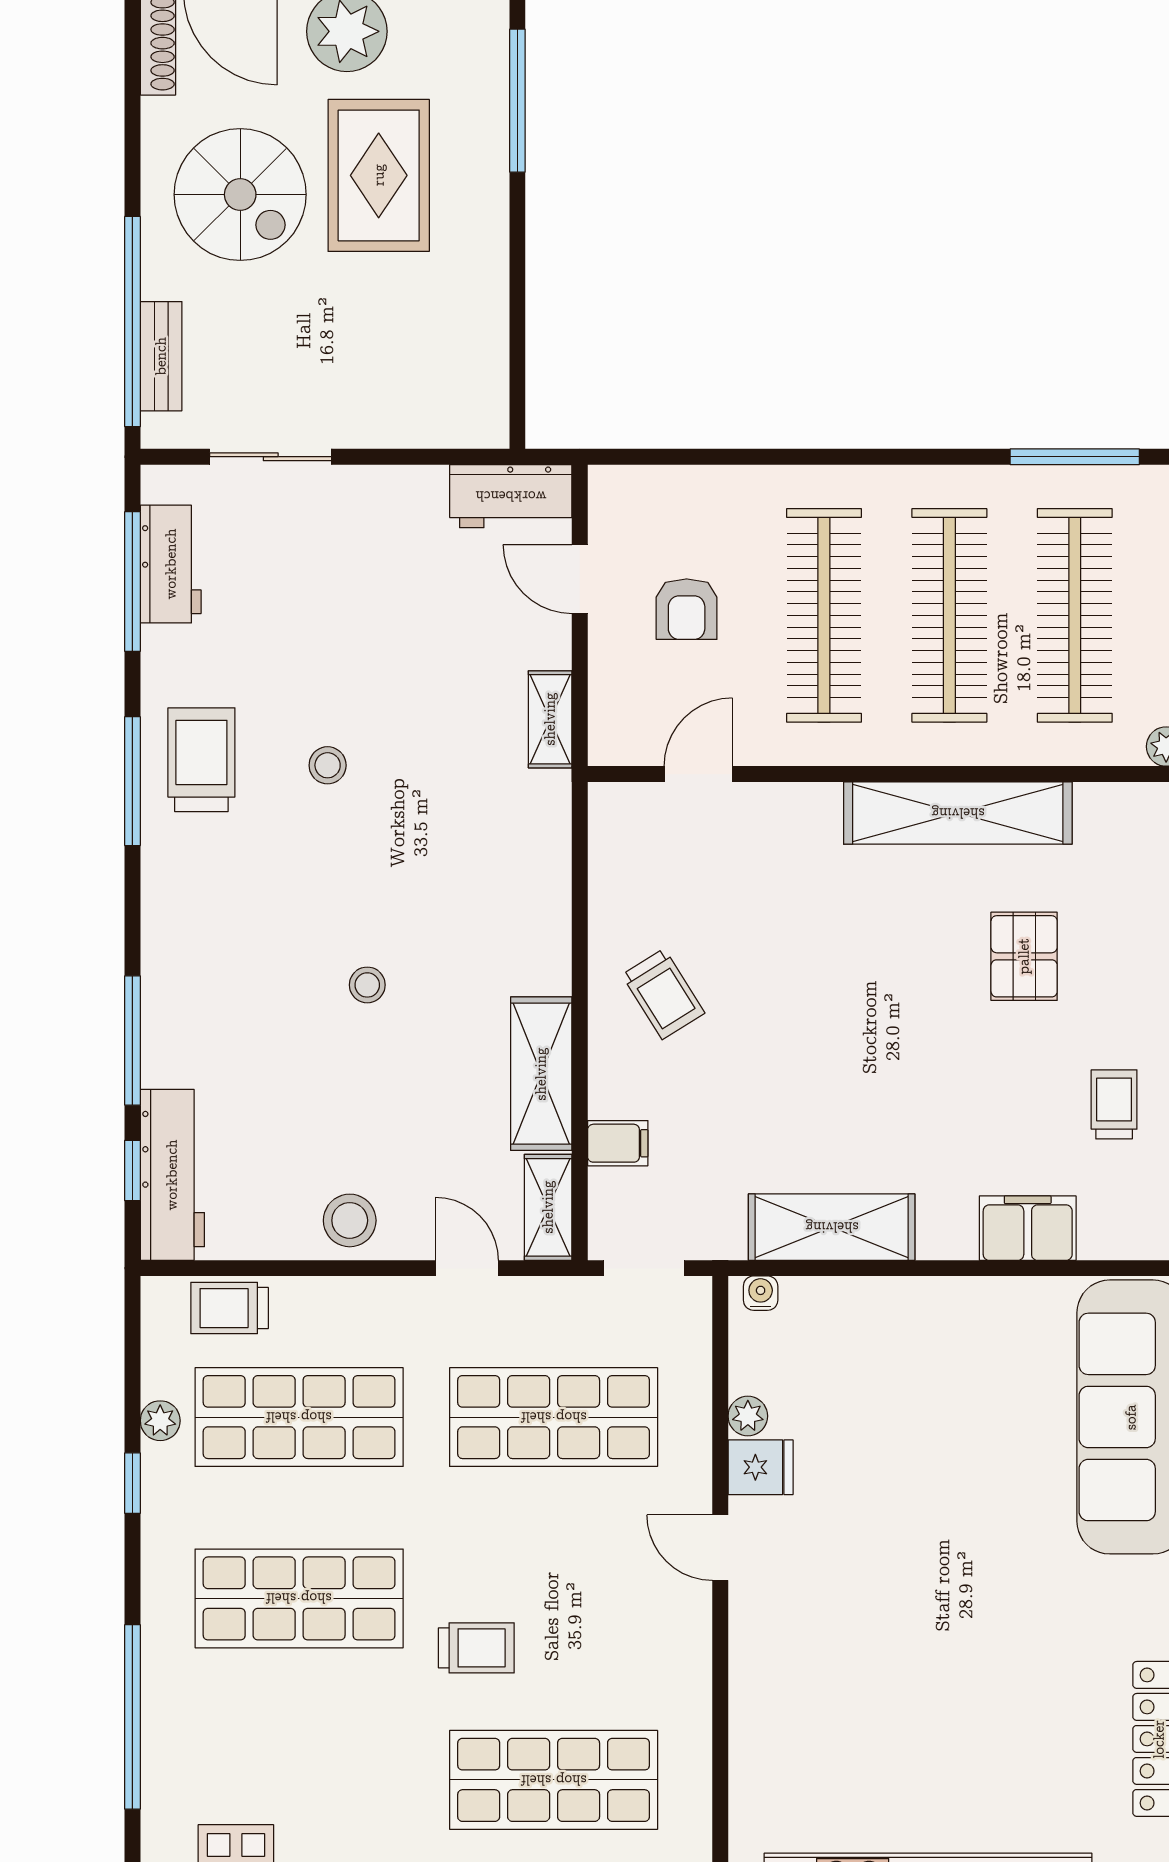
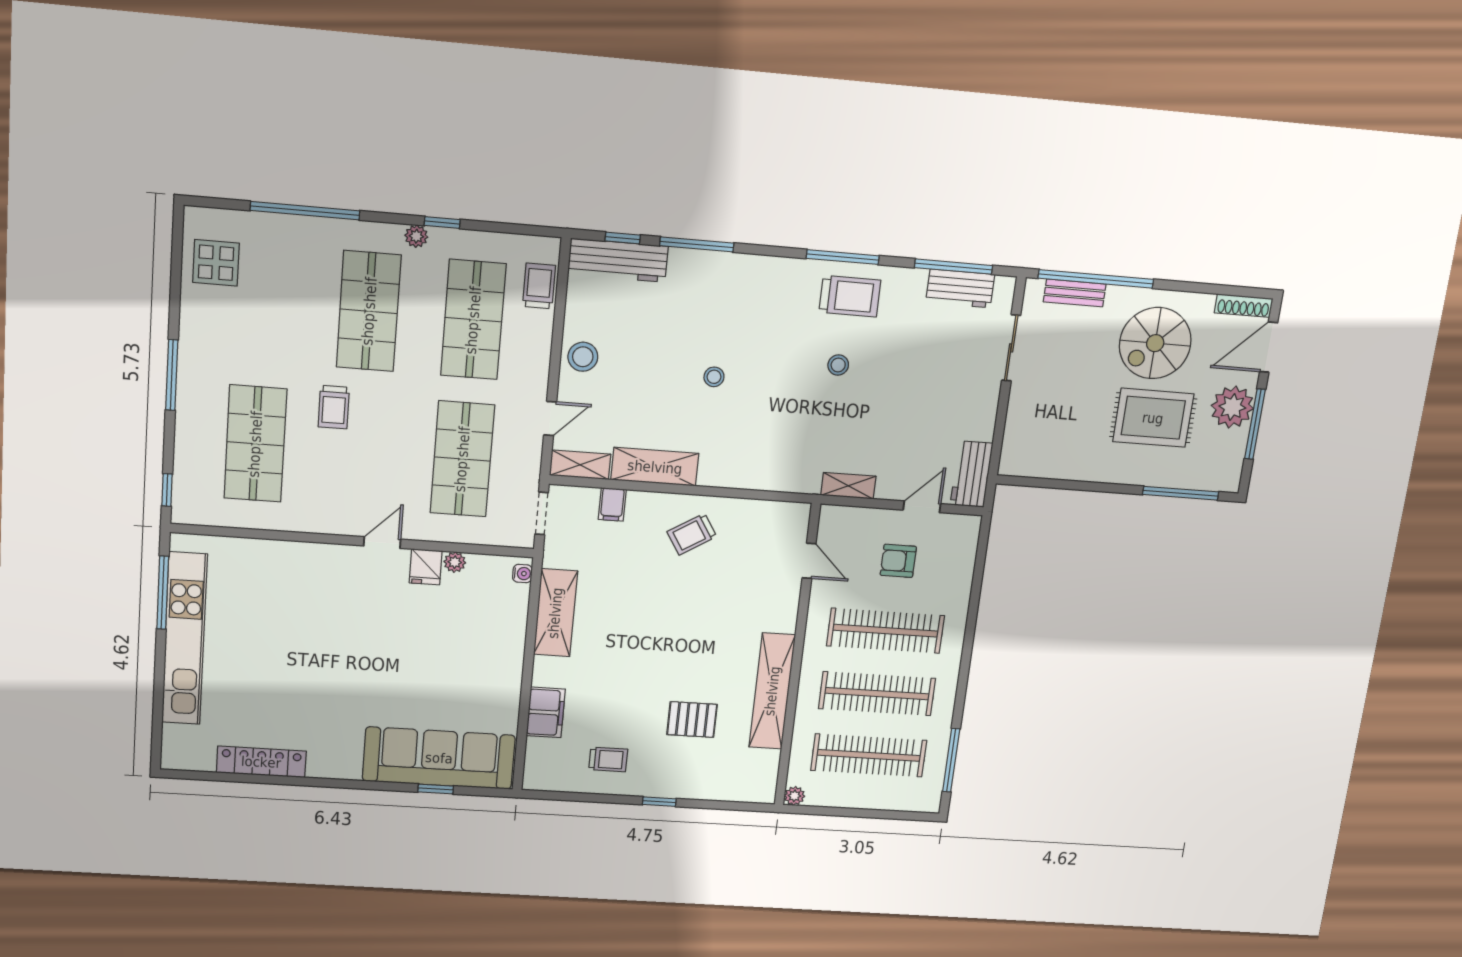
plant: (160, 1421) -> (416, 236), moved

